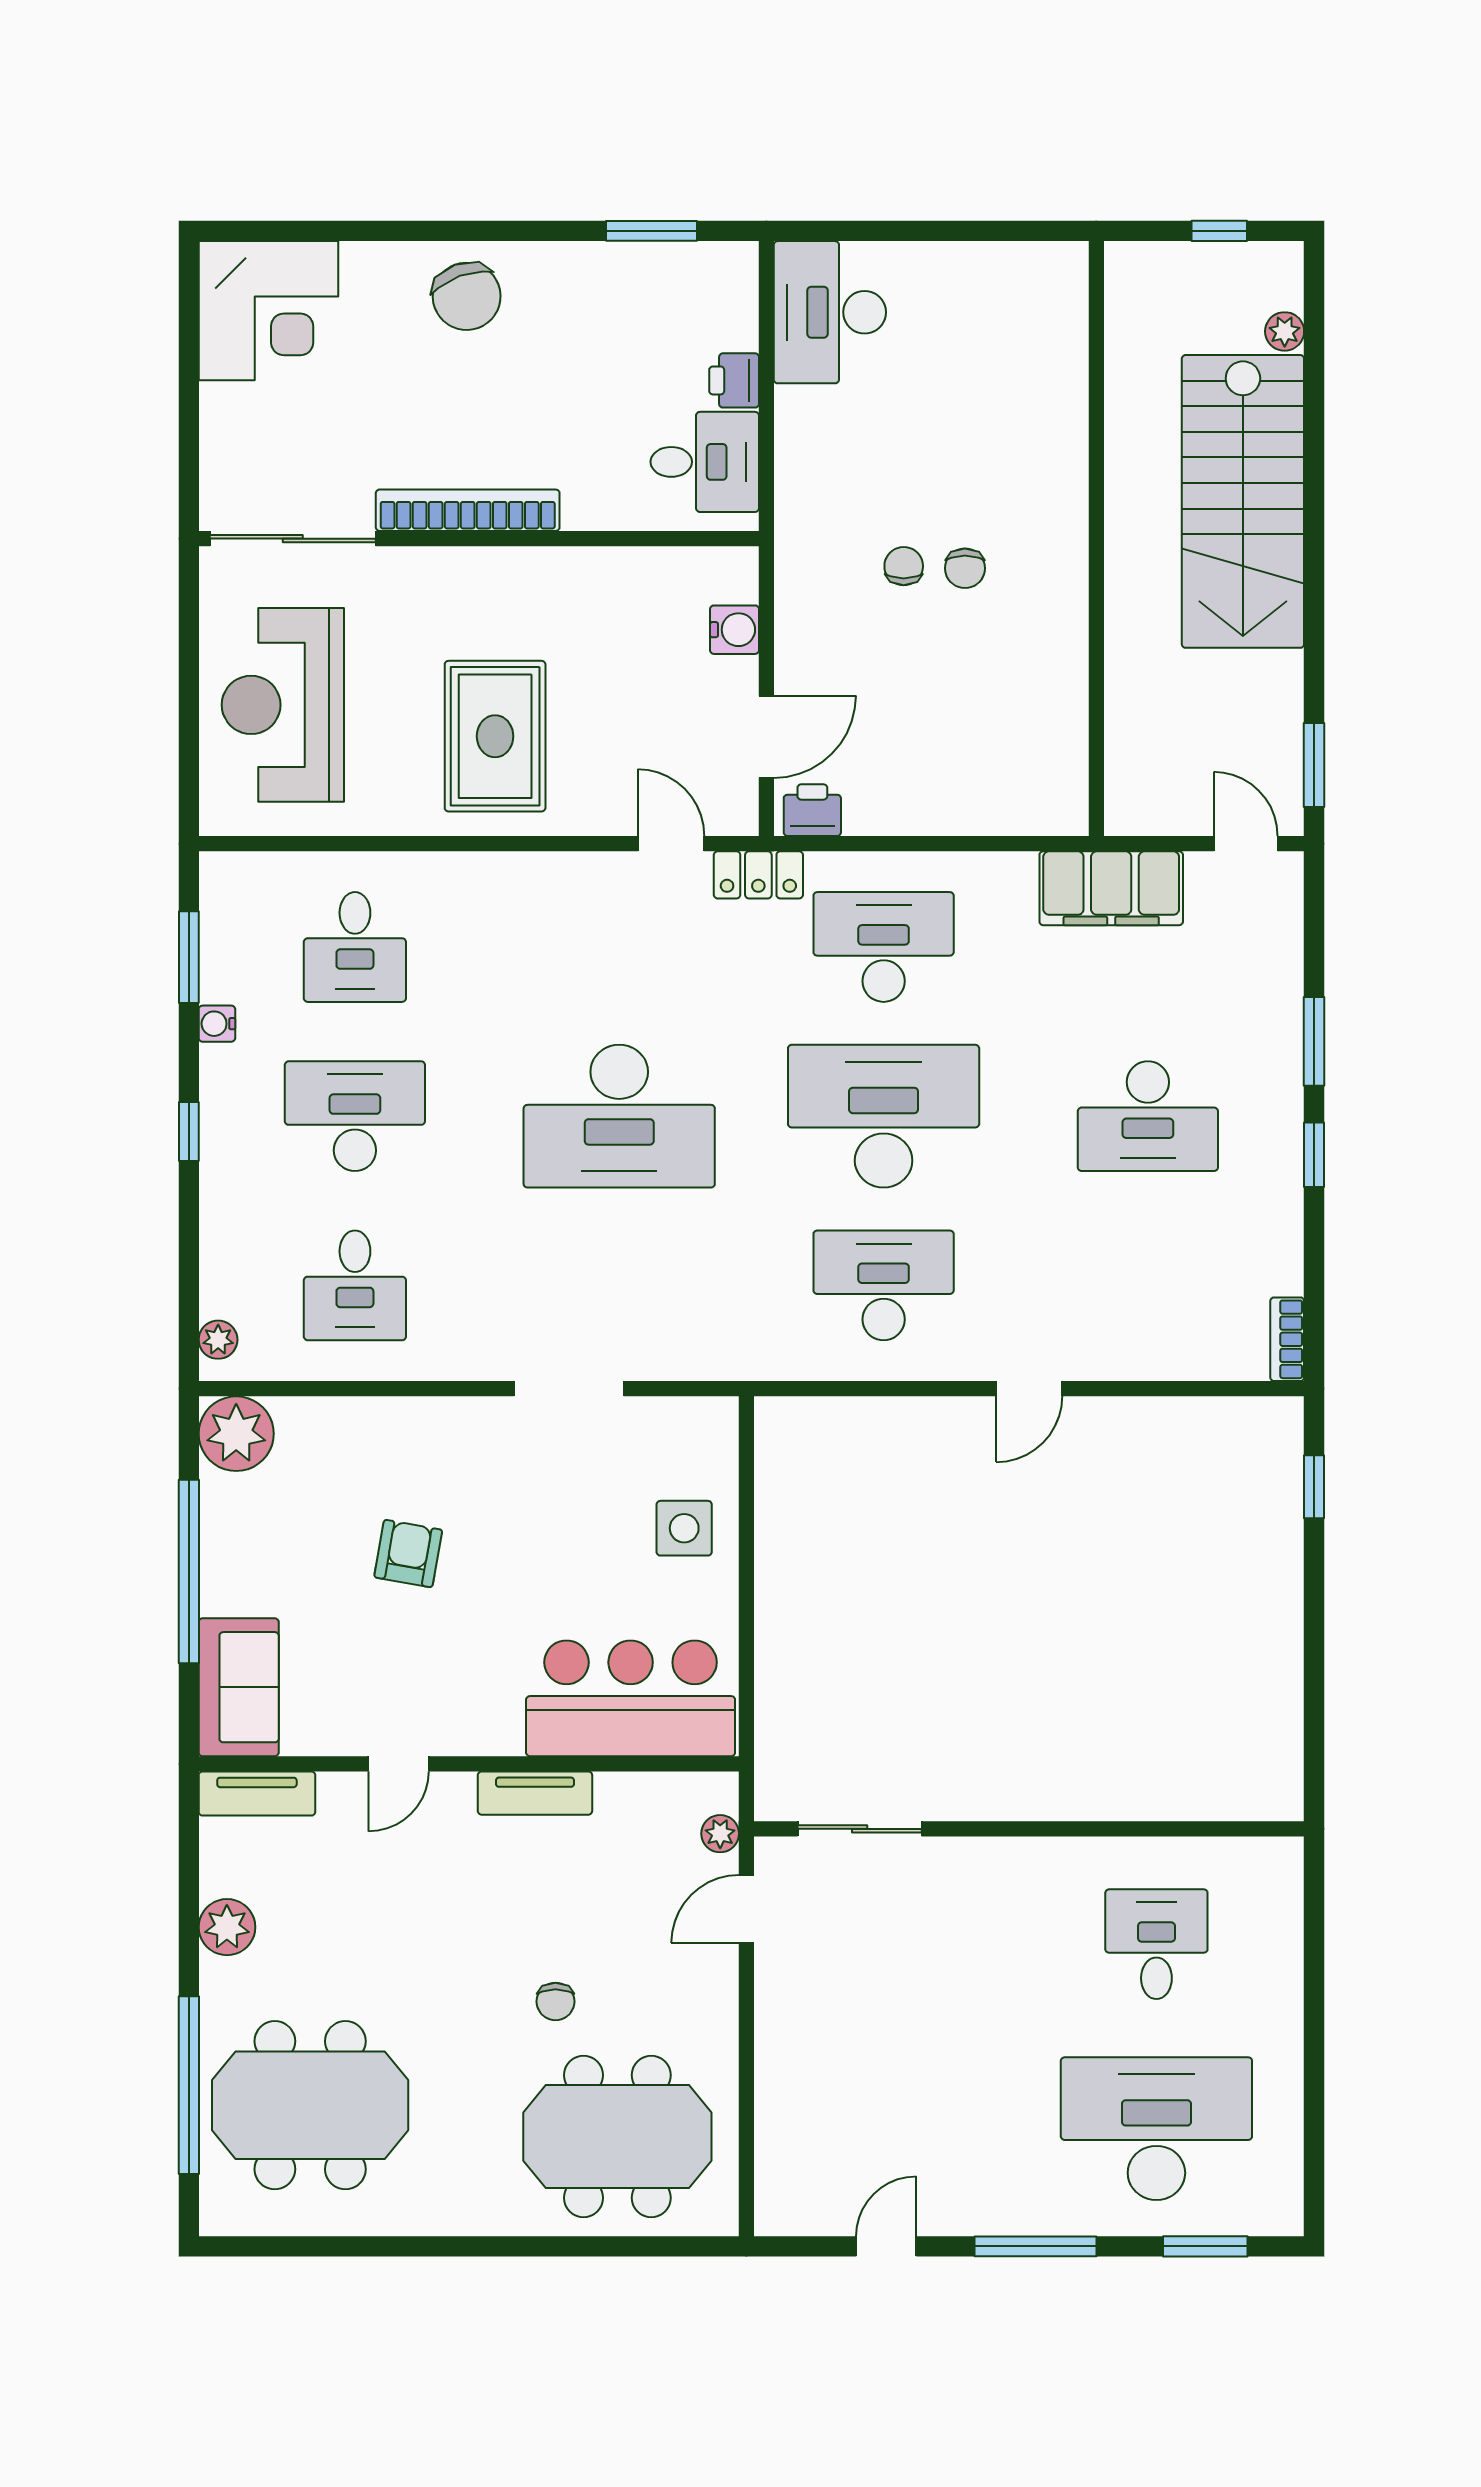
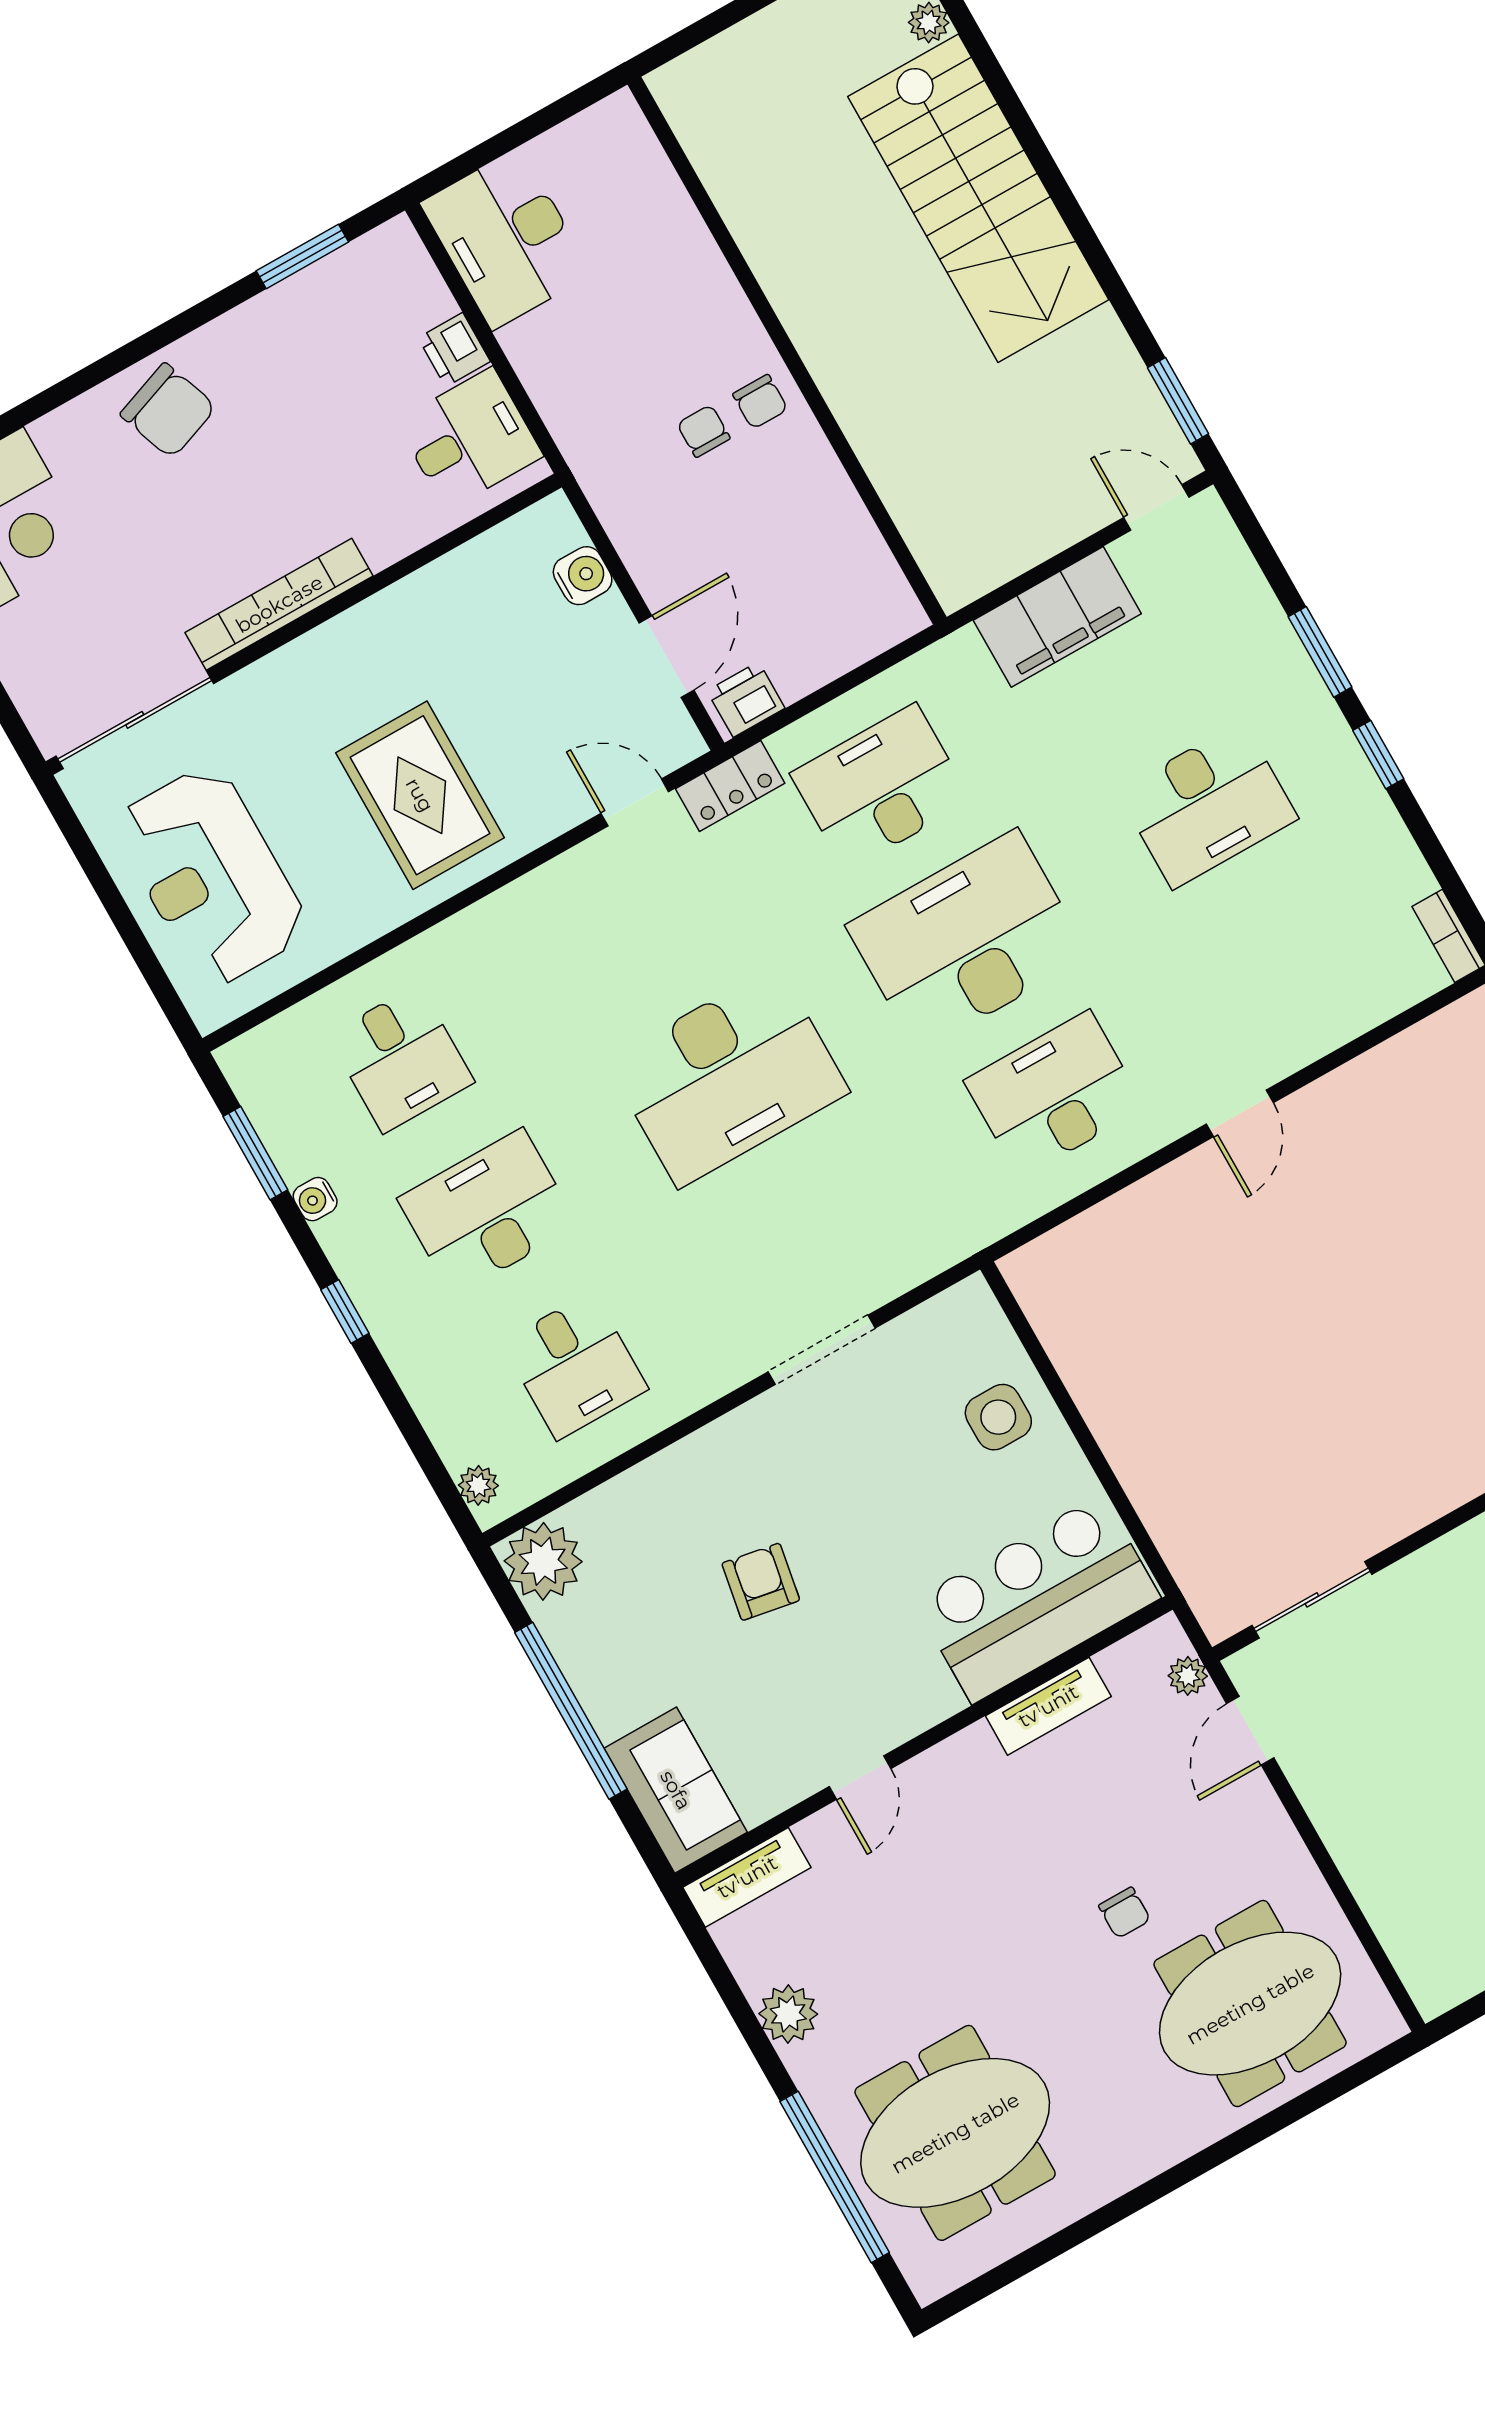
wall: (1096, 539) -> (787, 351), moved
tv unit: (535, 1793) -> (1048, 1706), moved

